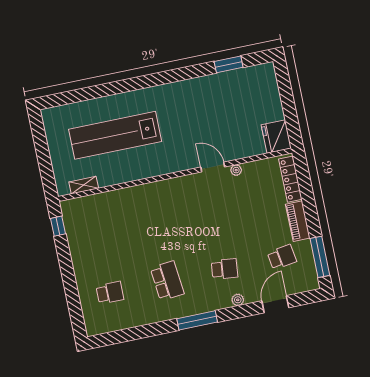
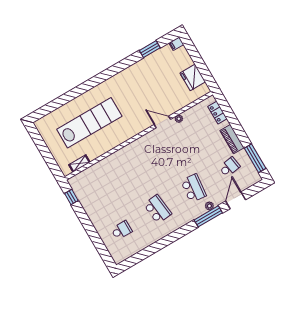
filing cabinet: (266, 69) -> (176, 44), added
lab bench: (115, 135) -> (89, 123), turned 180
fridge: (276, 137) -> (193, 77), moved
locker: (290, 179) -> (217, 113), width x0.66
school desk: (225, 269) -> (193, 188), width x1.85
window: (197, 320) -> (208, 216), moved

